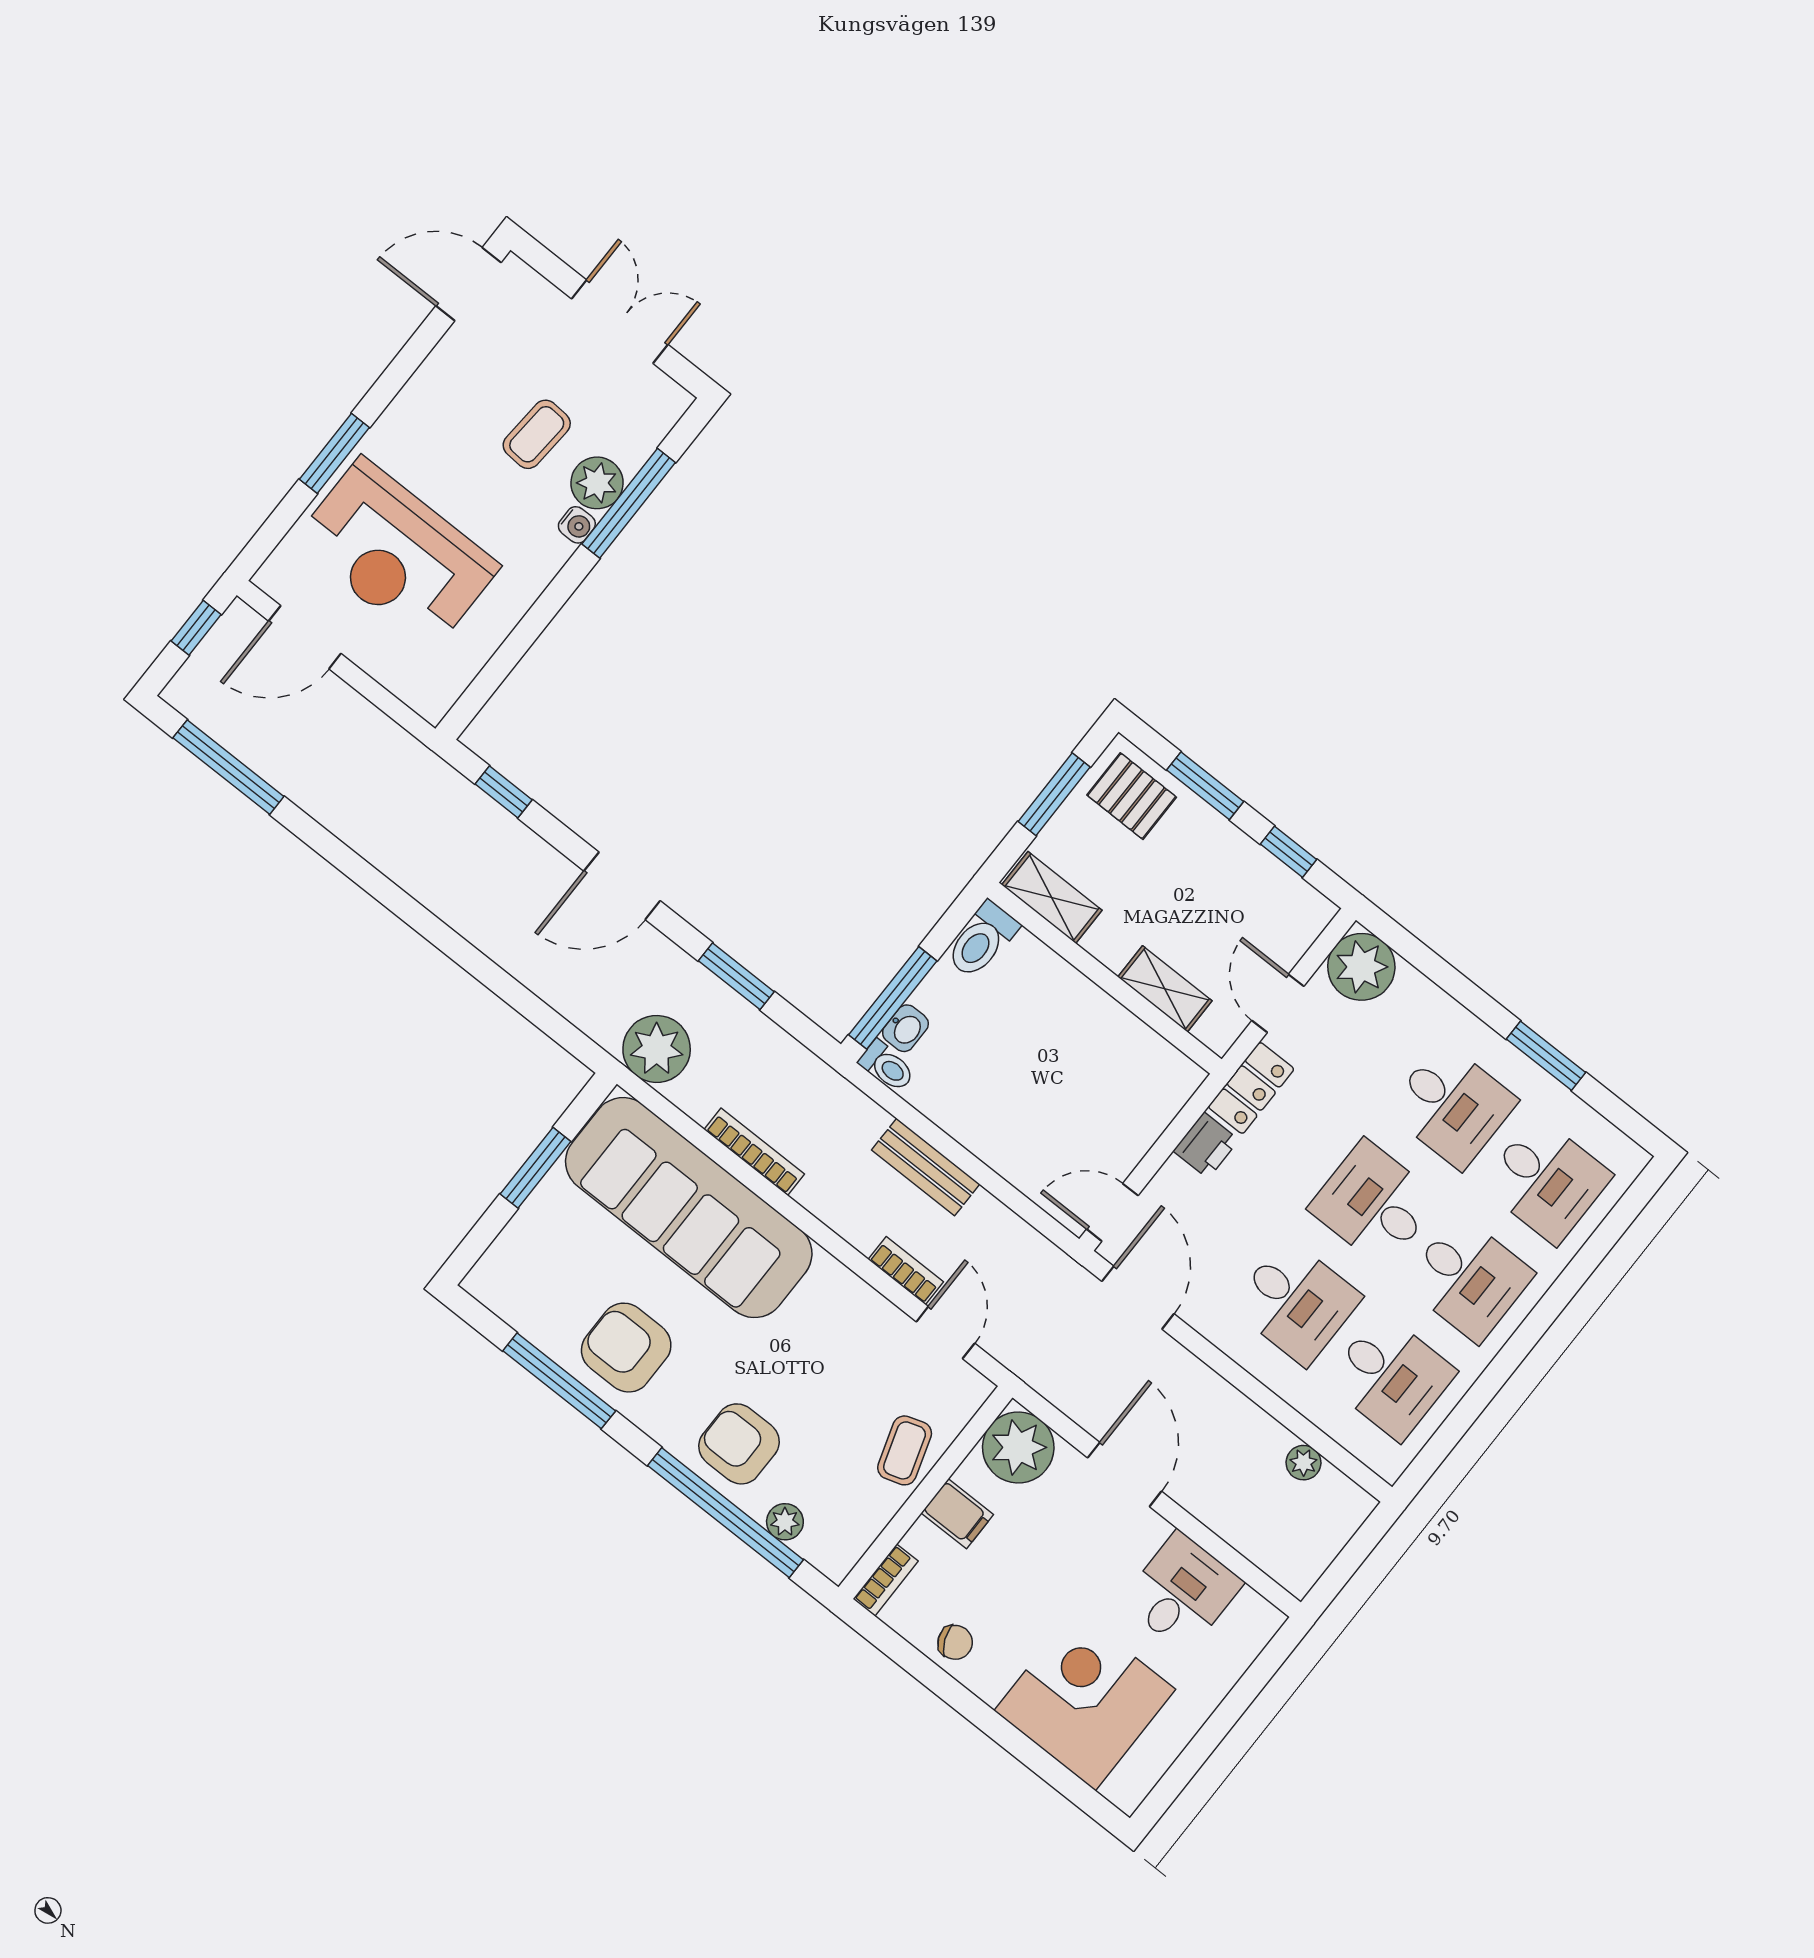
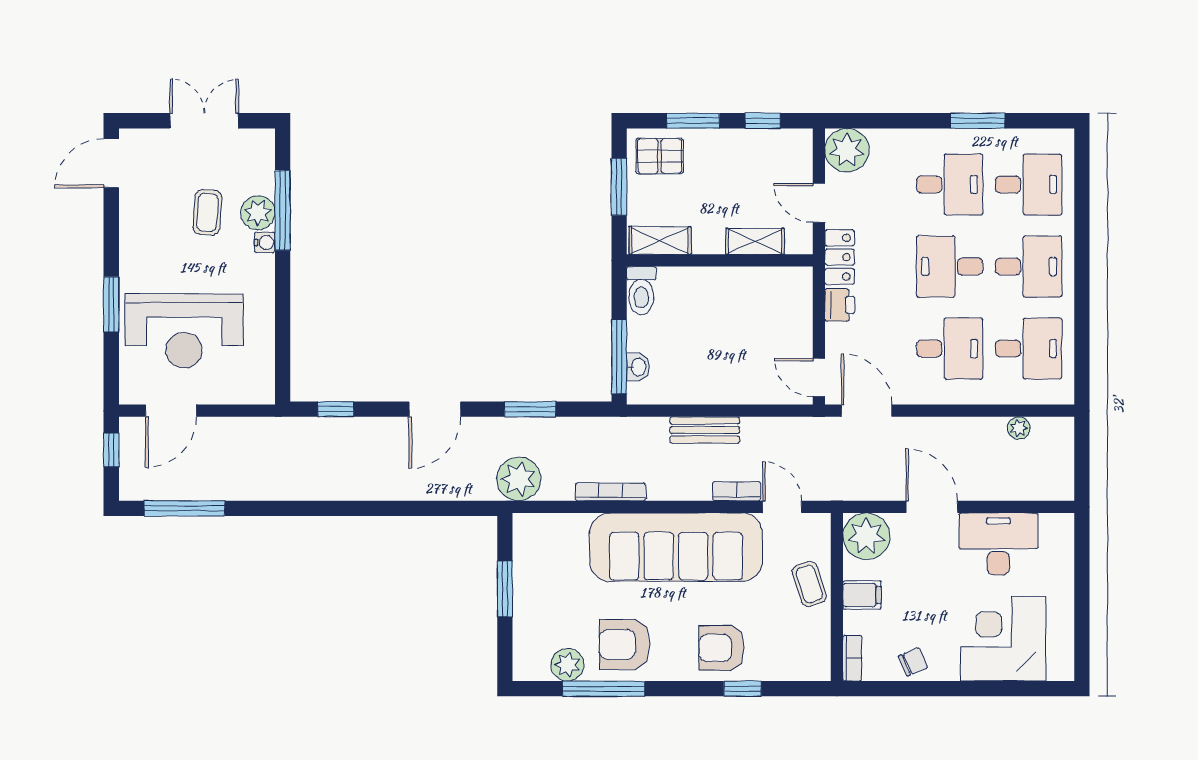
toilet: (887, 1066) -> (644, 394), removed
sofa: (689, 1208) -> (676, 547), moved
door: (1112, 1212) -> (819, 377), hinge flipped
window: (726, 1513) -> (743, 689), width x0.32
plant: (785, 1522) -> (568, 665), moved, width x1.38, depth x1.38
desk: (1182, 1592) -> (998, 544), width x1.37

